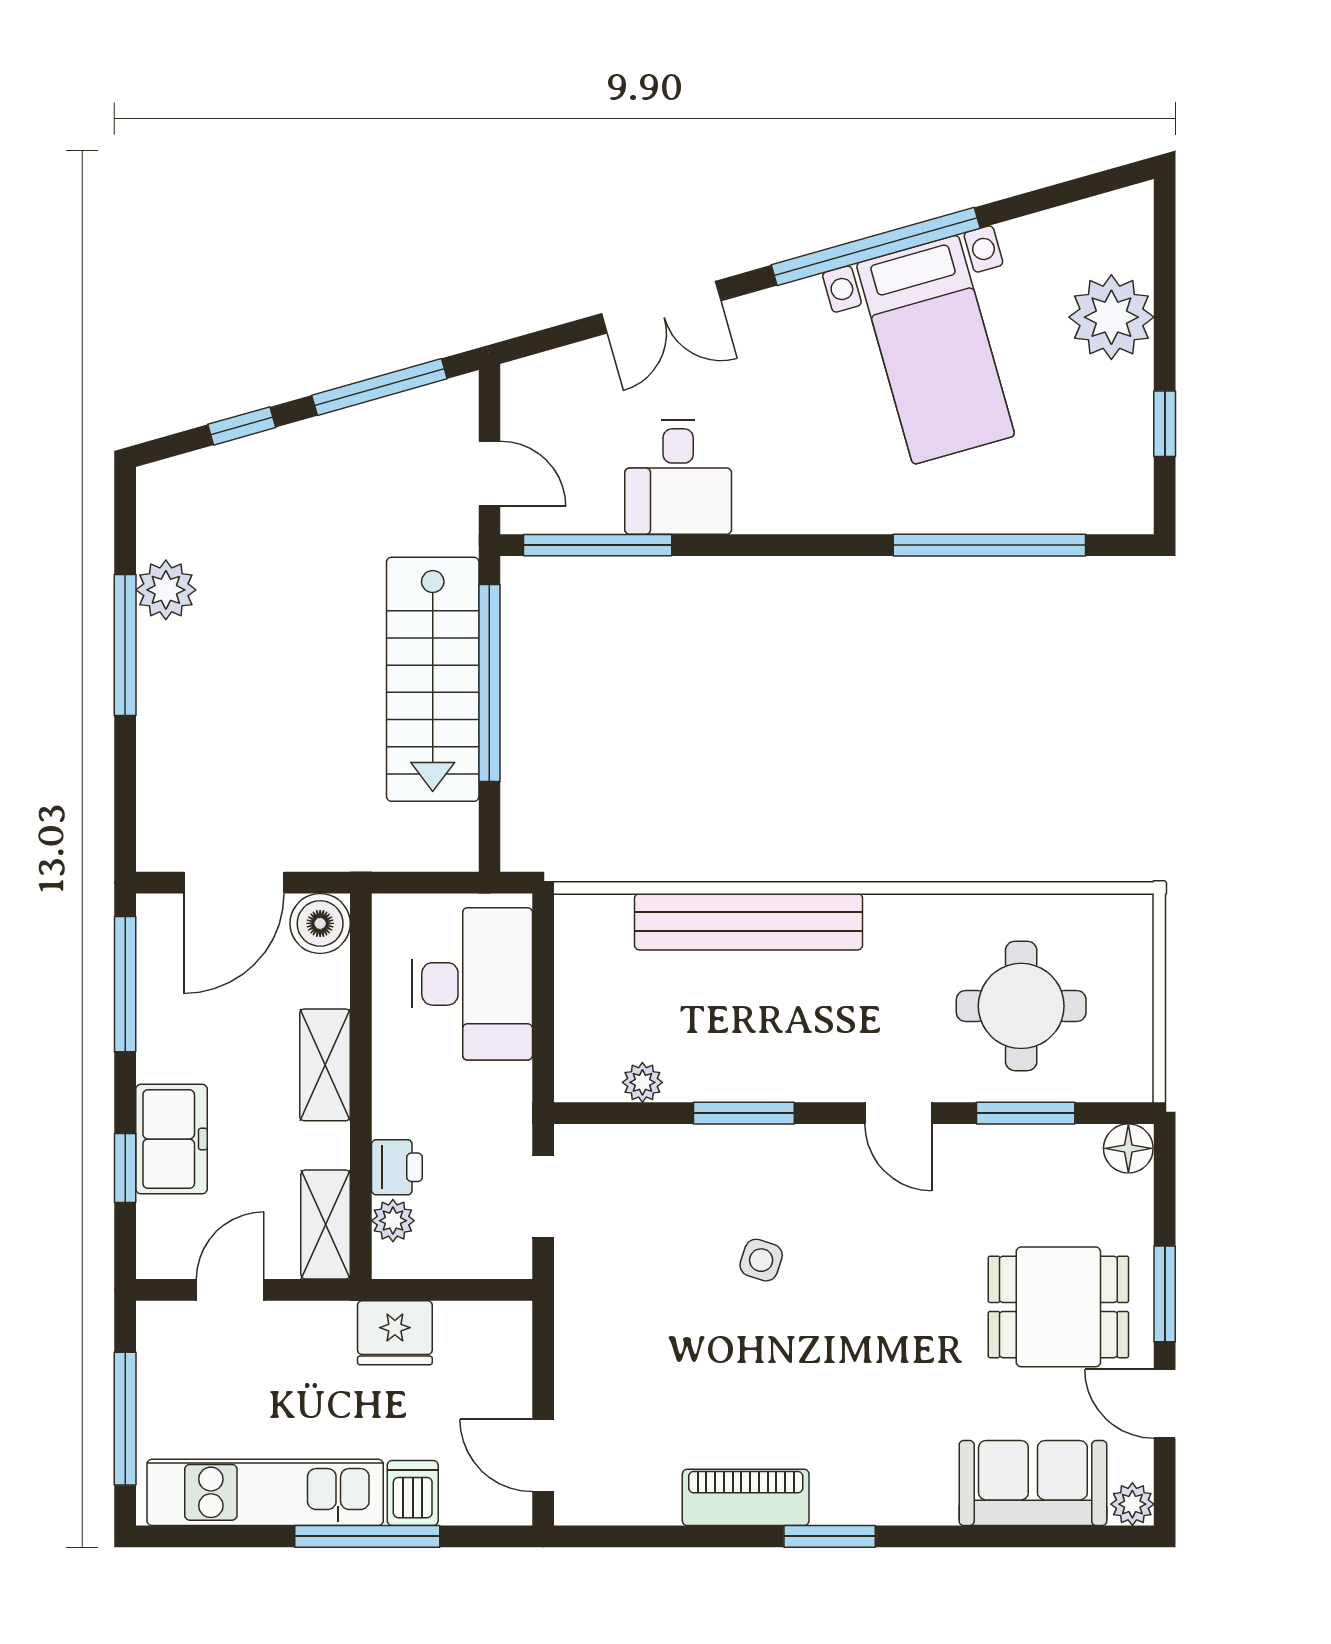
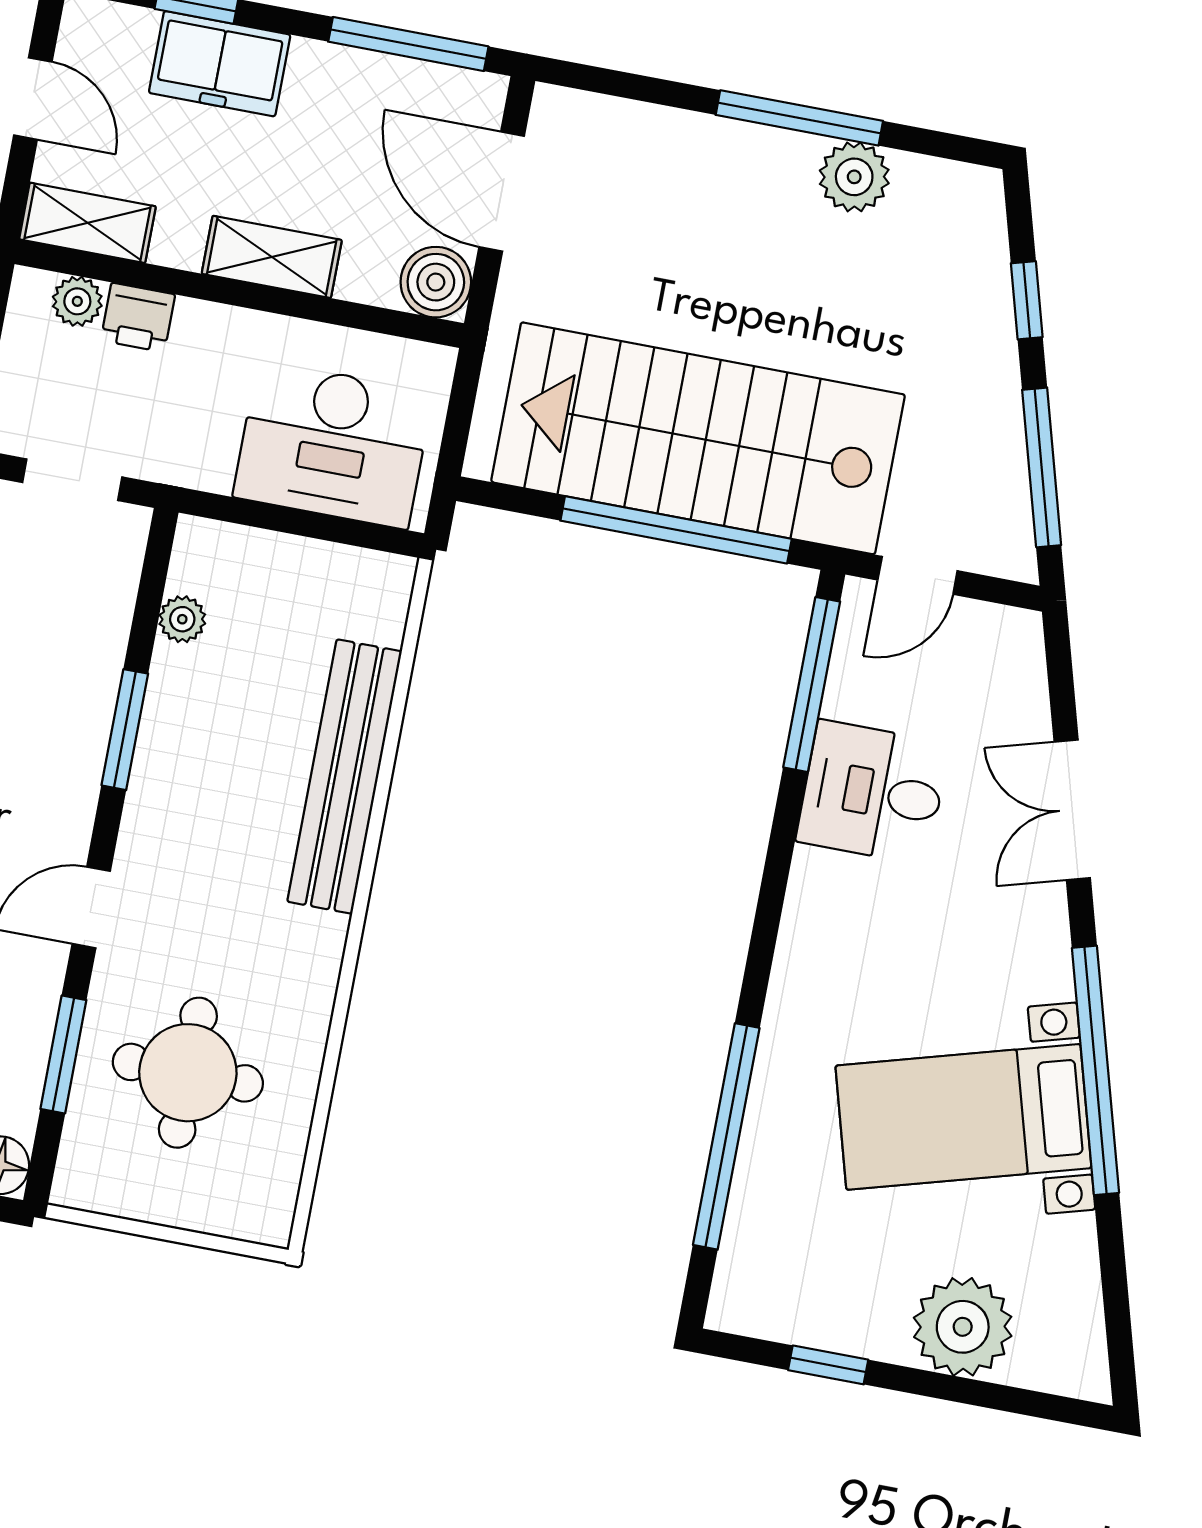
stairs: (433, 679) -> (698, 438), width x1.36, depth x1.51

